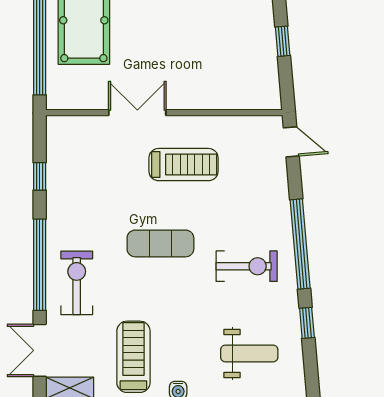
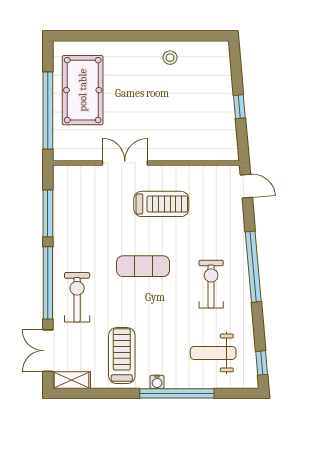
window: (40, 176) -> (48, 213), width x2.17
exercise bike: (247, 266) -> (211, 284), turned -90
window: (307, 323) -> (262, 363), moved
weight bench: (249, 353) -> (213, 353), turned 180

